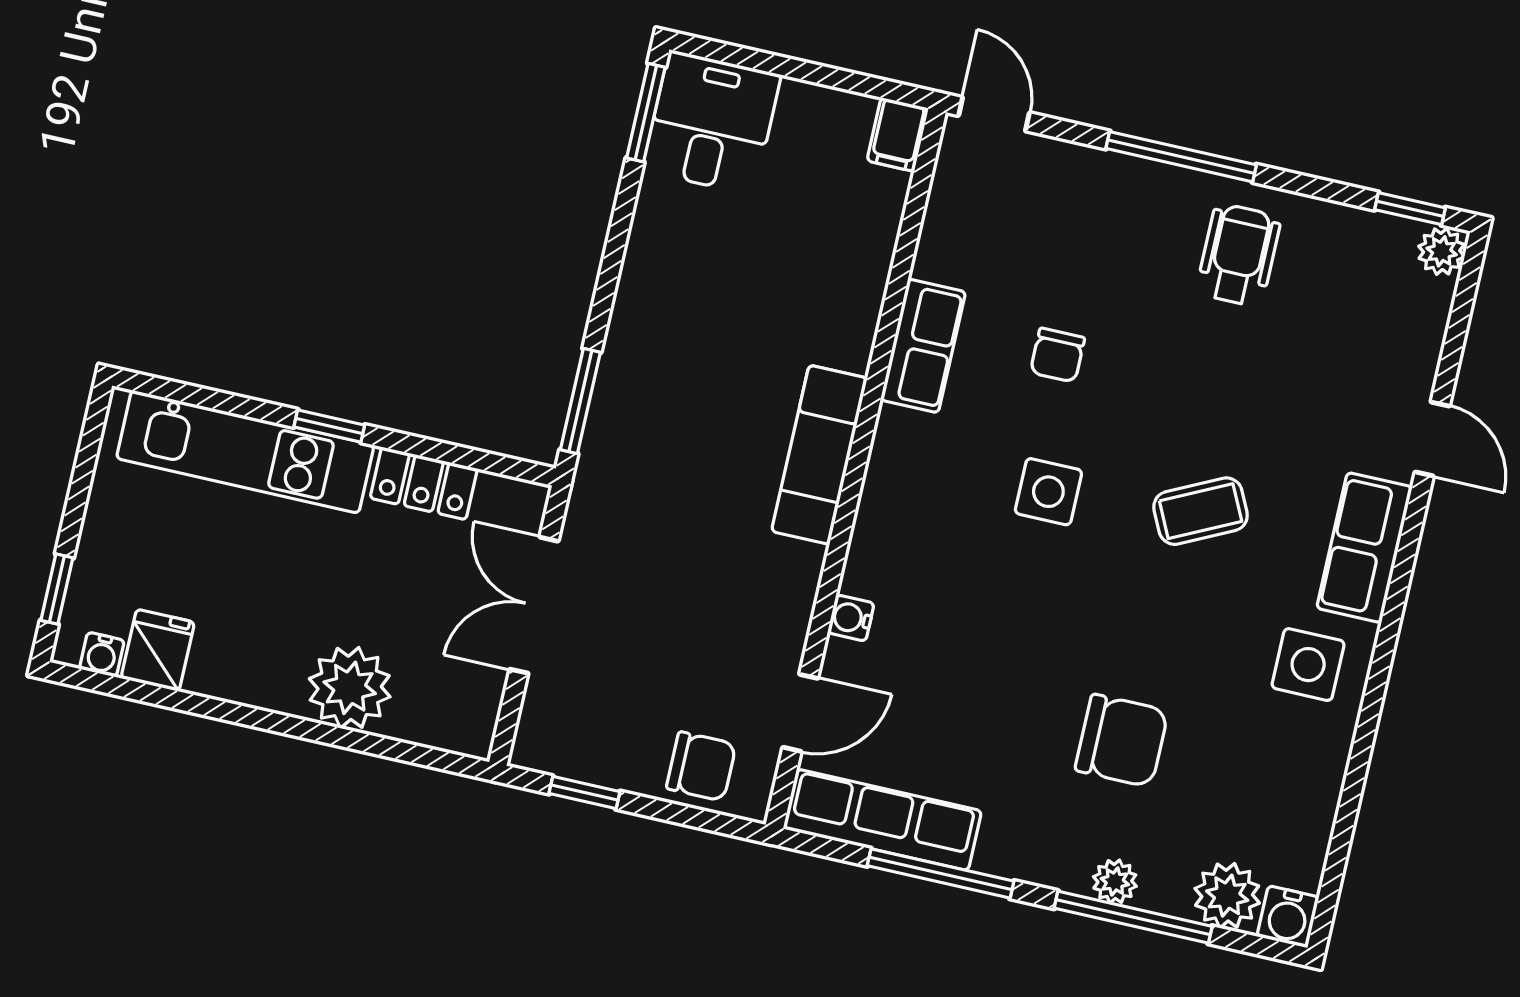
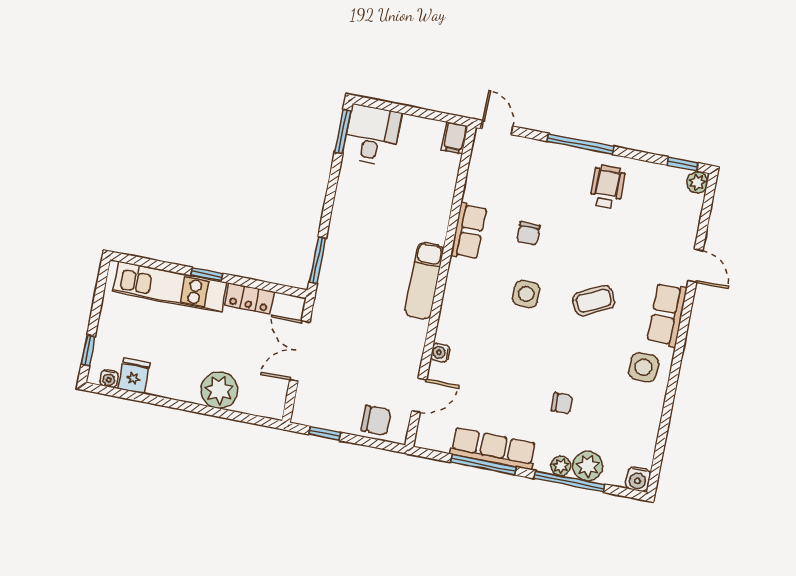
chair: (1122, 741) -> (562, 403), width x0.54, depth x0.54
row of seats: (882, 820) -> (493, 449), moved
plant: (1227, 896) -> (588, 466), moved

